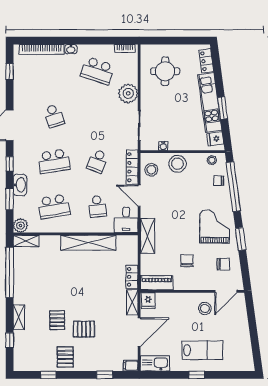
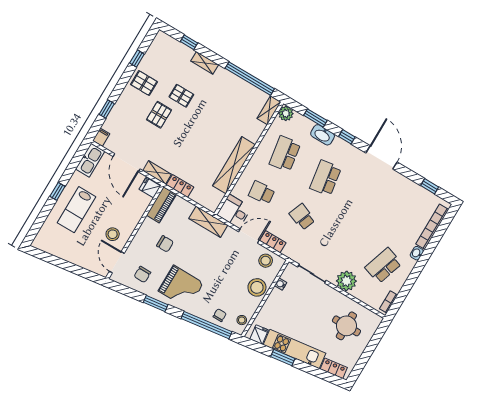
school desk: (54, 116) -> (366, 202), removed
locker: (132, 167) -> (273, 242), width x0.66

